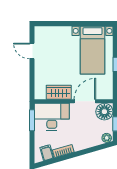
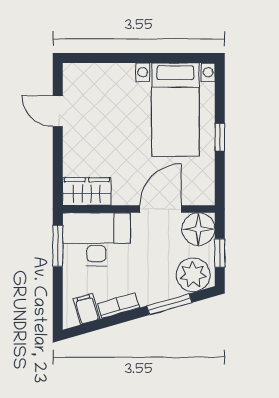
wardrobe: (59, 92) -> (87, 191), moved
plant: (107, 138) -> (193, 275), width x1.87, depth x1.87
window: (89, 150) -> (169, 304), added

